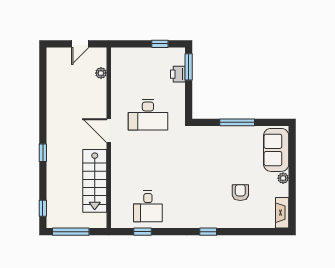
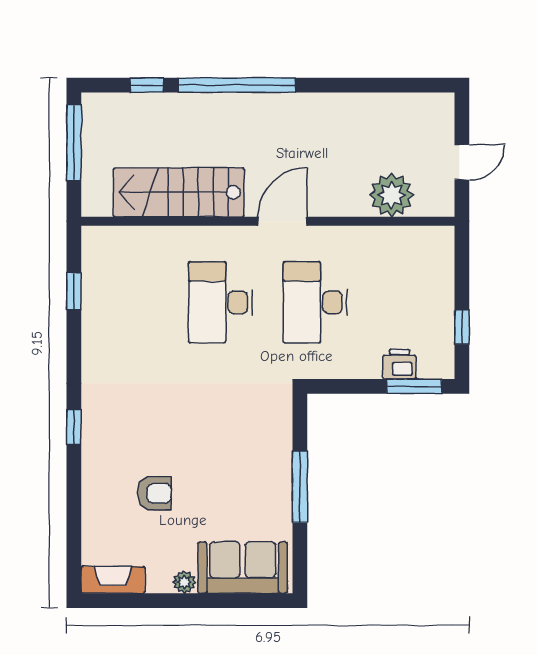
door: (80, 44) -> (462, 162), swing flipped
plant: (101, 73) -> (391, 195), width x1.87, depth x1.87
window: (43, 153) -> (237, 85), width x3.17
desk: (148, 206) -> (221, 302), moved, width x1.37
window: (43, 208) -> (147, 85), moved

